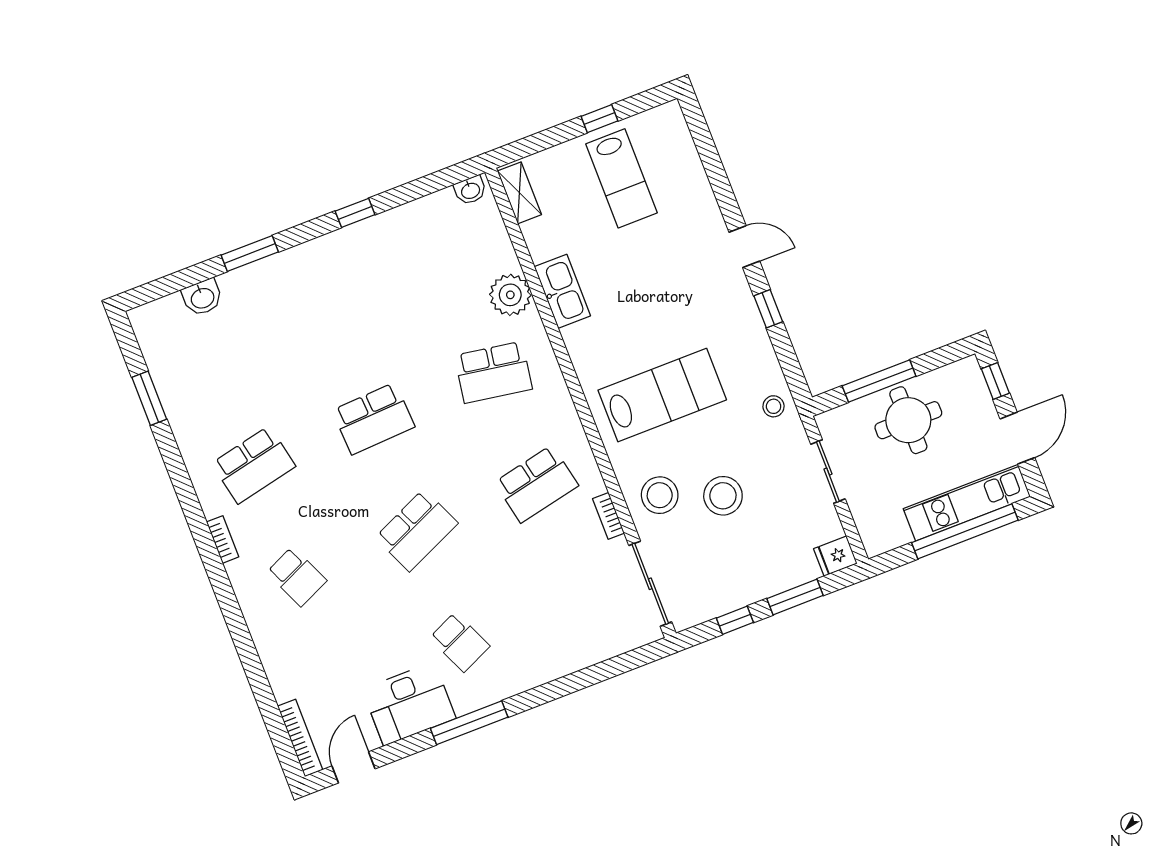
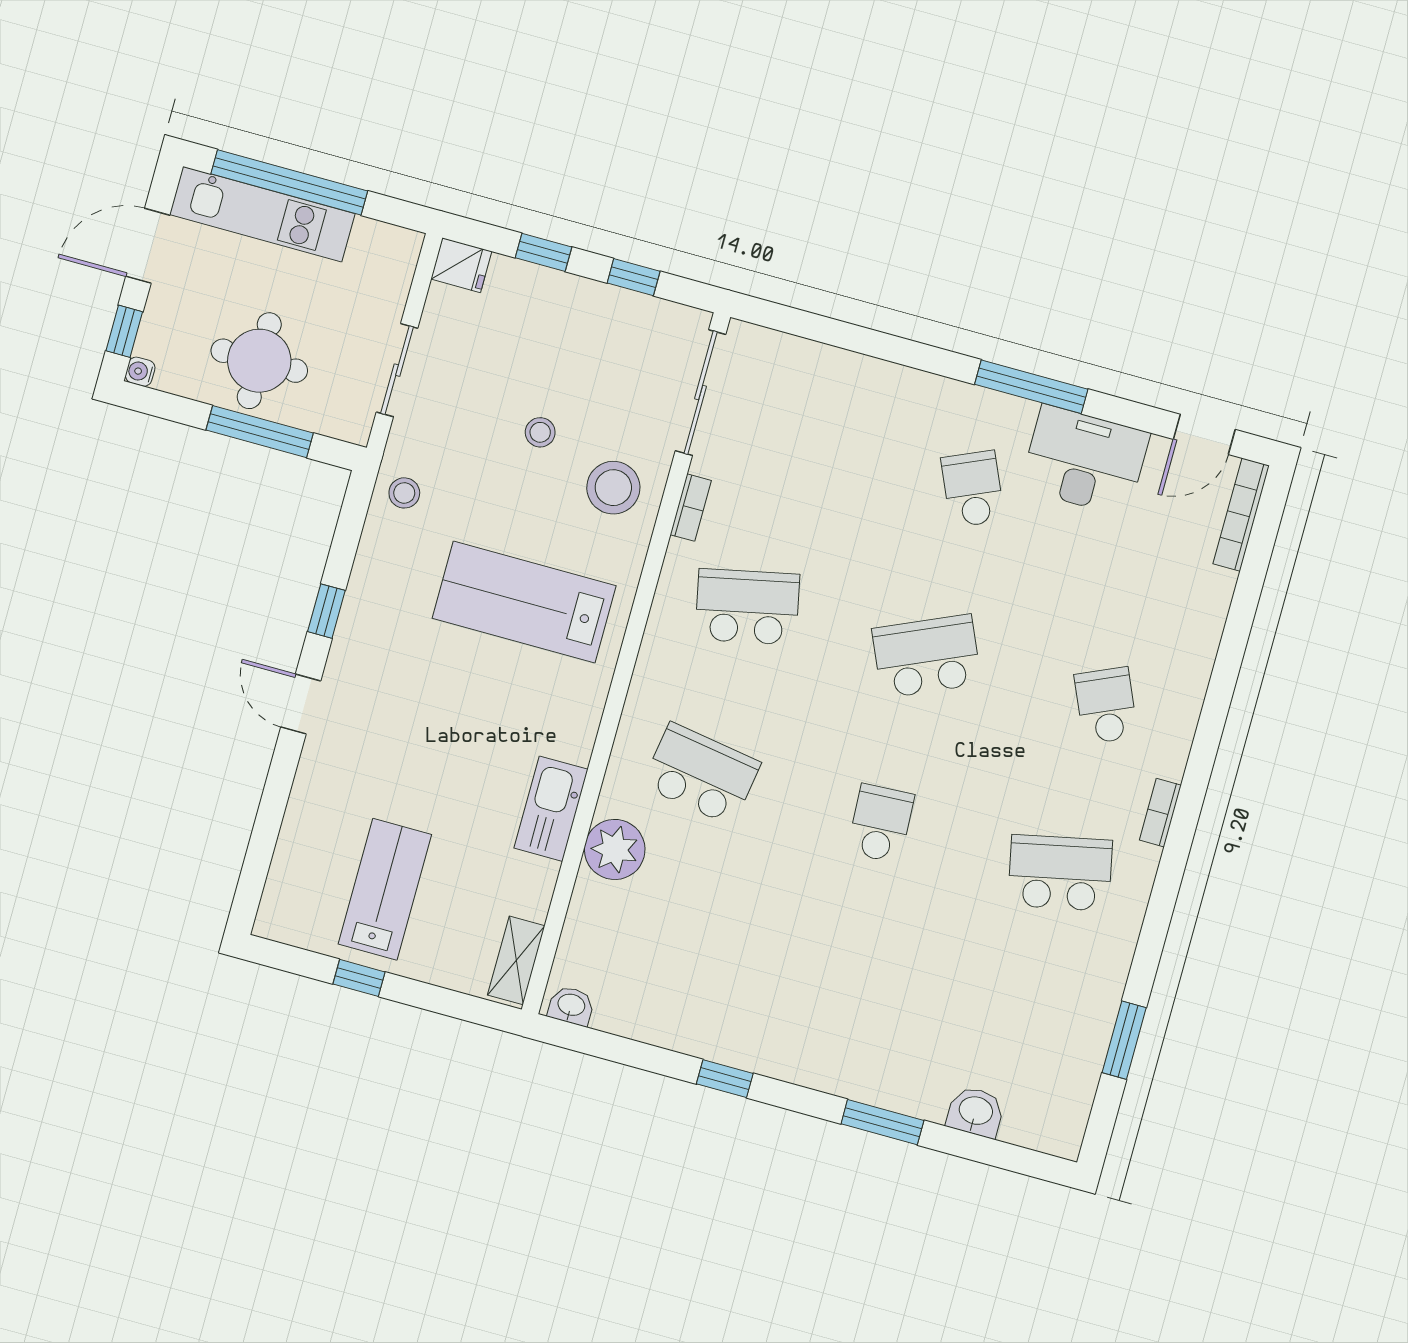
water cooler: (970, 365) -> (140, 372), added
school desk: (373, 419) -> (881, 823), width x0.54
stool: (723, 496) -> (540, 432), width x0.53, depth x0.53
window: (795, 597) -> (543, 252), width x0.67

